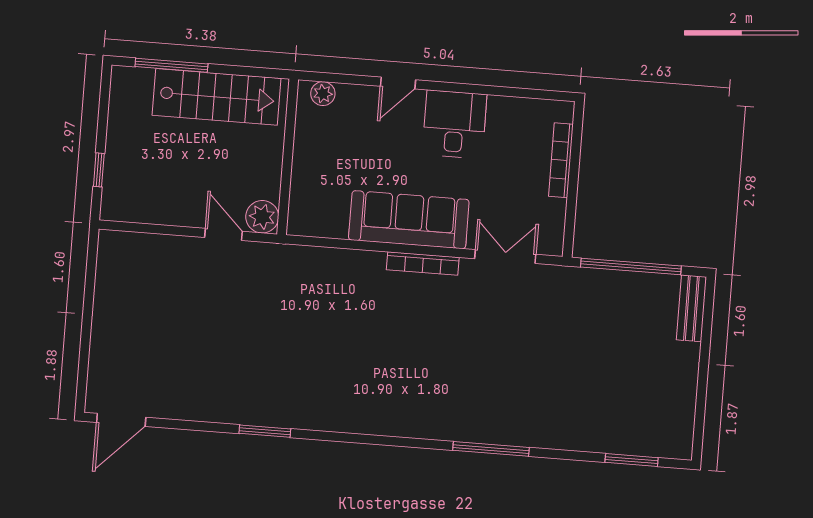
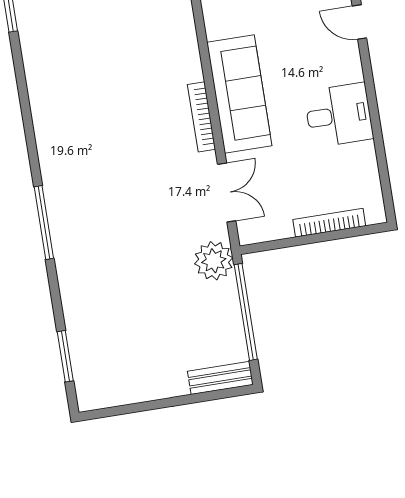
door: (398, 83) -> (359, 22), moved
plant: (571, 286) -> (214, 261), added

